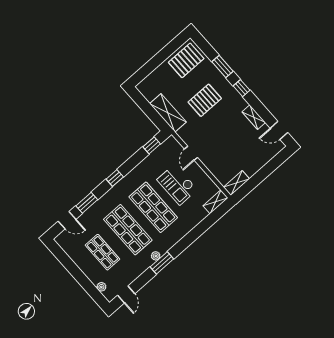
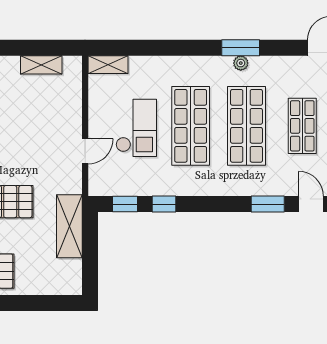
window: (115, 178) -> (164, 204), moved
shelving: (236, 183) -> (41, 65), moved

